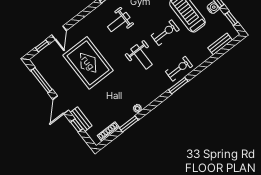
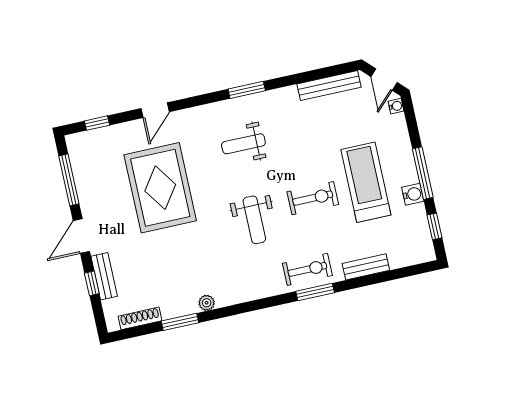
door: (59, 33) -> (155, 110), moved
bench: (220, 44) -> (366, 267), moved
window: (178, 86) -> (315, 292), moved

